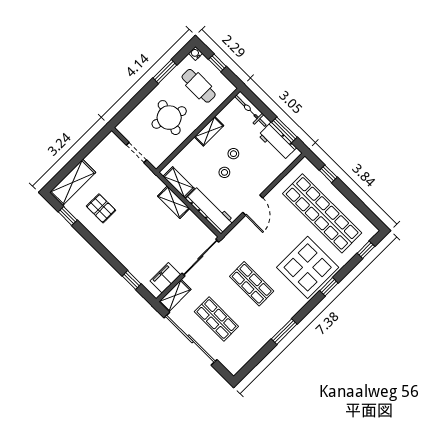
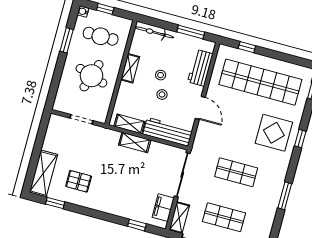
workbench: (277, 141) -> (200, 68), moved, turned 90
display table: (308, 267) -> (274, 133), width x0.73, depth x0.73

